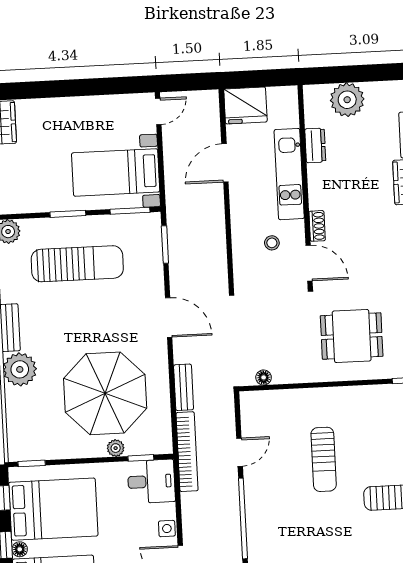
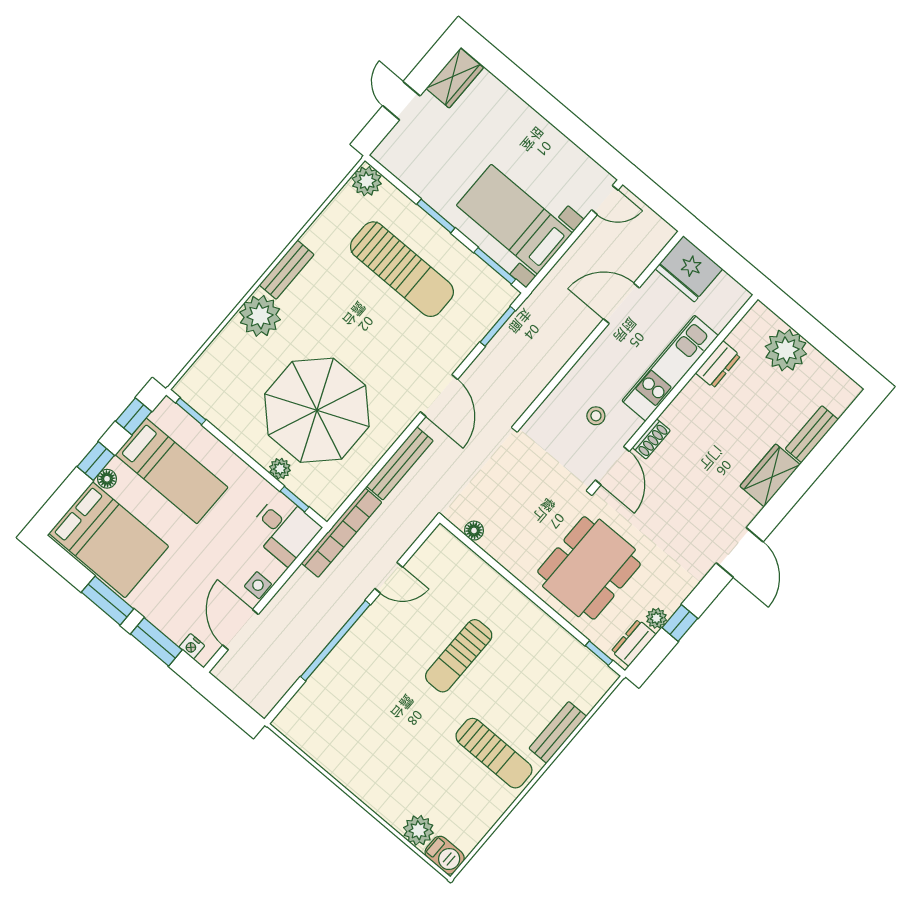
dining table: (352, 336) -> (589, 568), width x1.38
bench: (184, 387) -> (400, 463), width x1.36
bed: (53, 509) -> (172, 471), width x0.67

